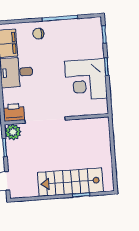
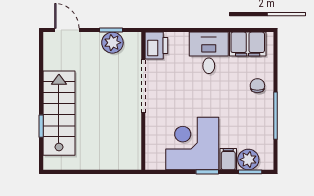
plant: (95, 36) -> (248, 160), added
filing cabinet: (96, 52) -> (228, 159), added
plant: (13, 132) -> (112, 43), moved

